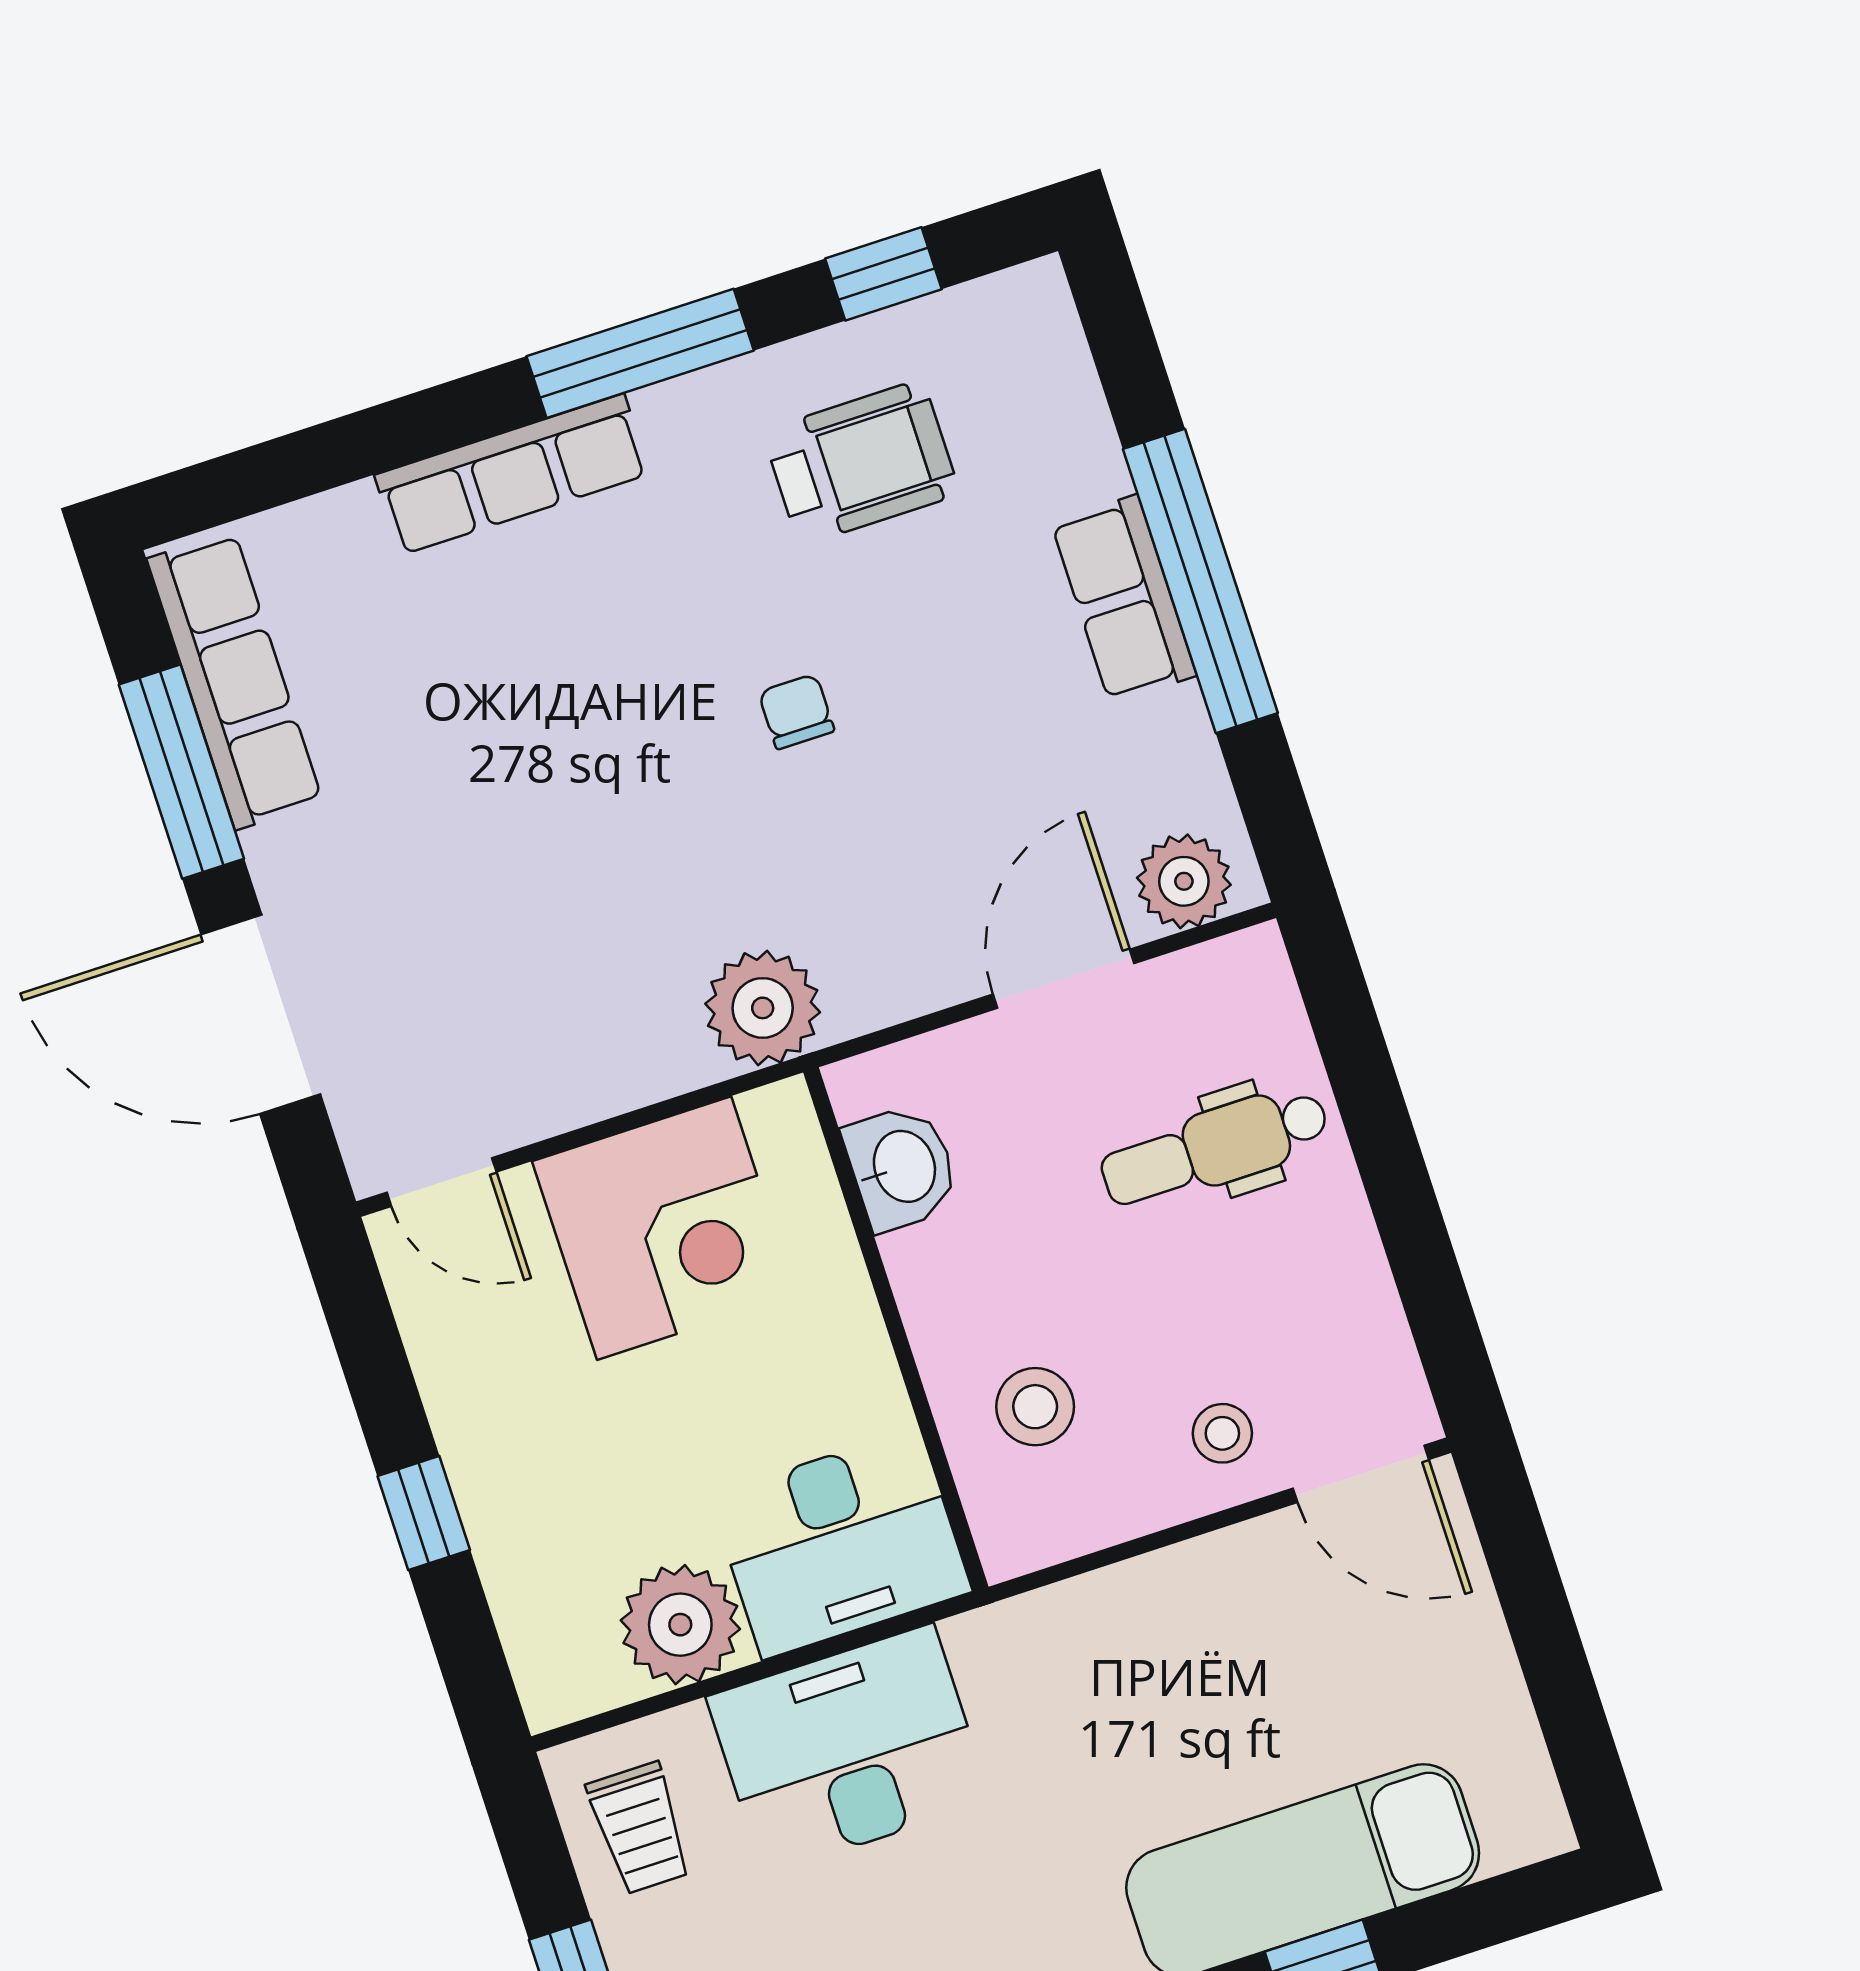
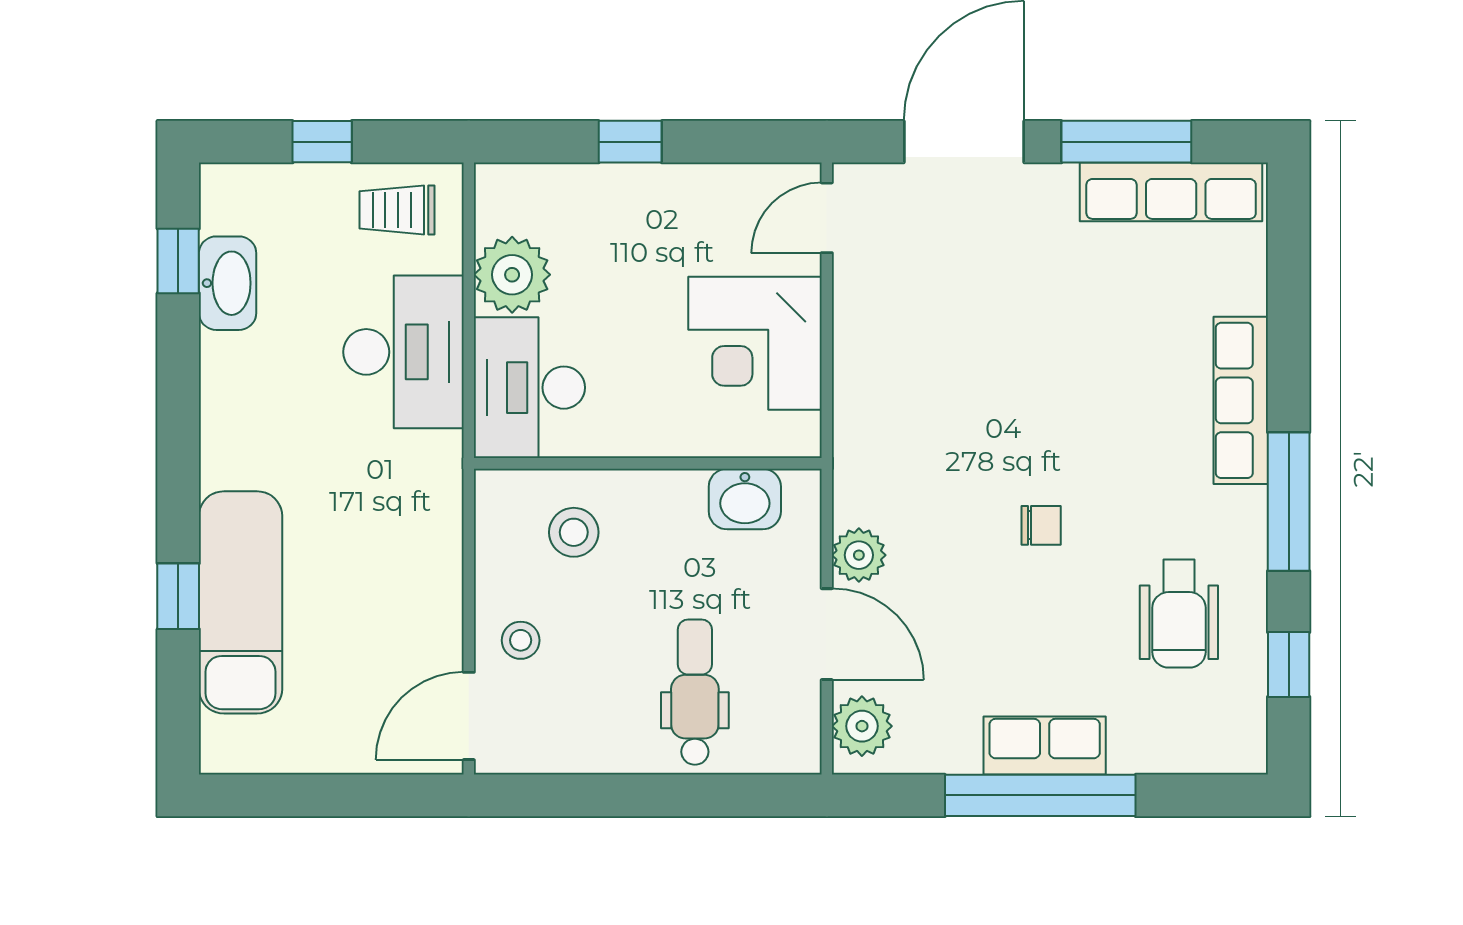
plant: (763, 1008) -> (859, 555), moved, width x0.73, depth x0.73

